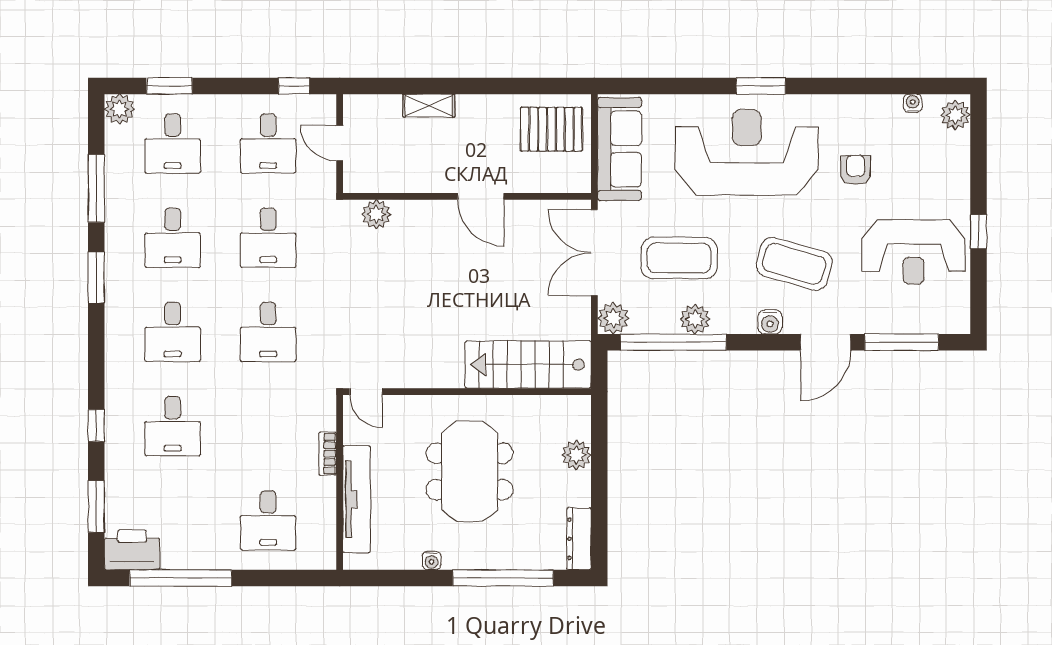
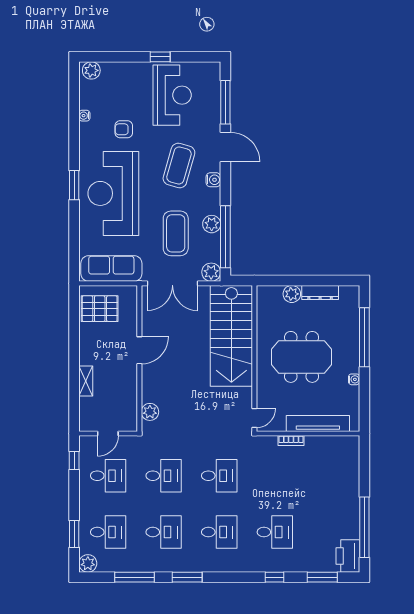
water cooler: (913, 103) -> (84, 116), moved
pallet: (551, 129) -> (100, 309), turned 90
stairs: (528, 365) -> (231, 336), width x1.36, depth x1.51
desk: (268, 520) -> (330, 476), removed
dresser: (579, 539) -> (320, 292), moved

